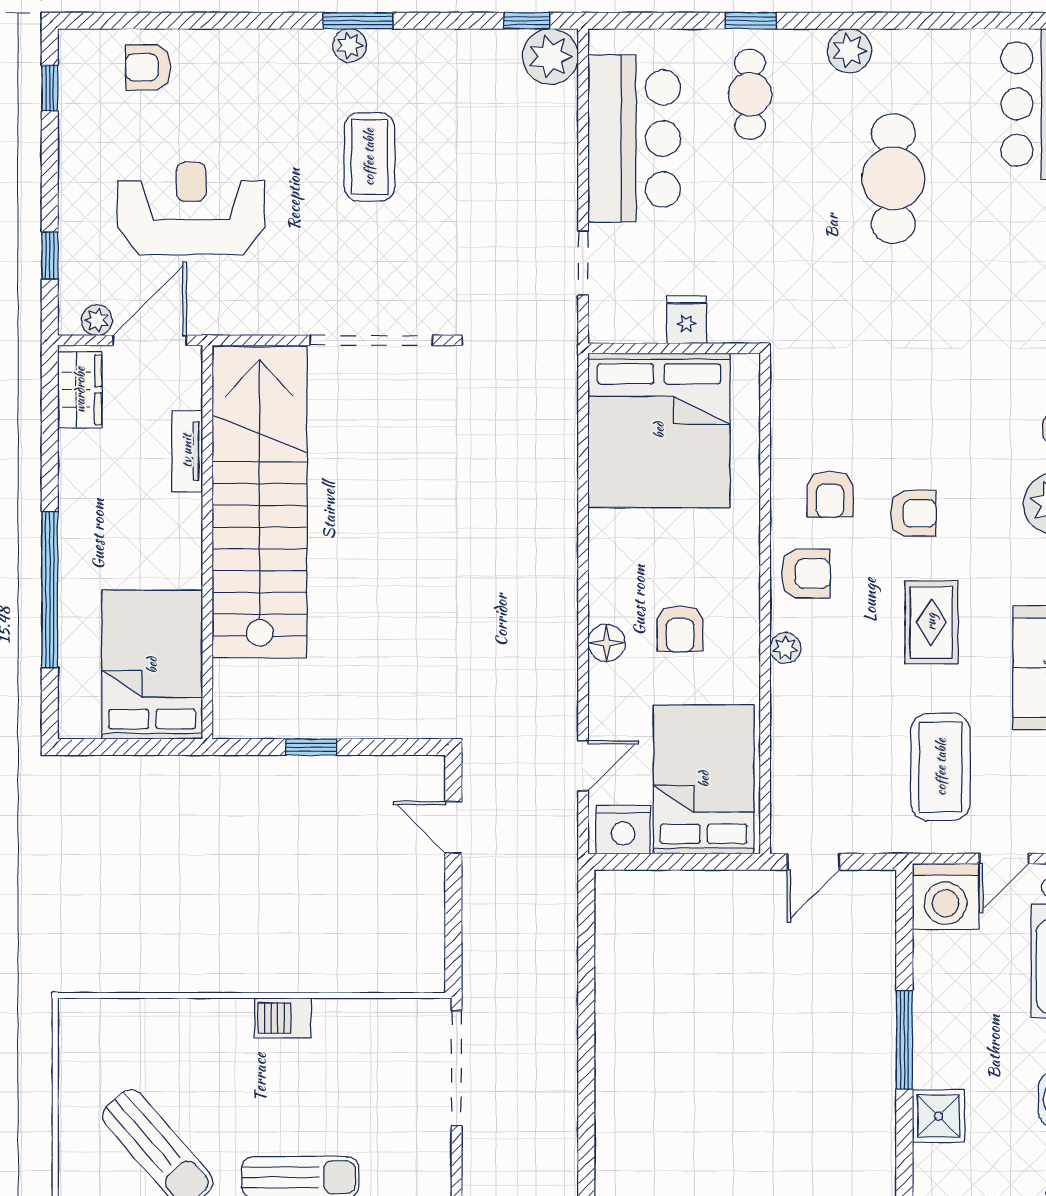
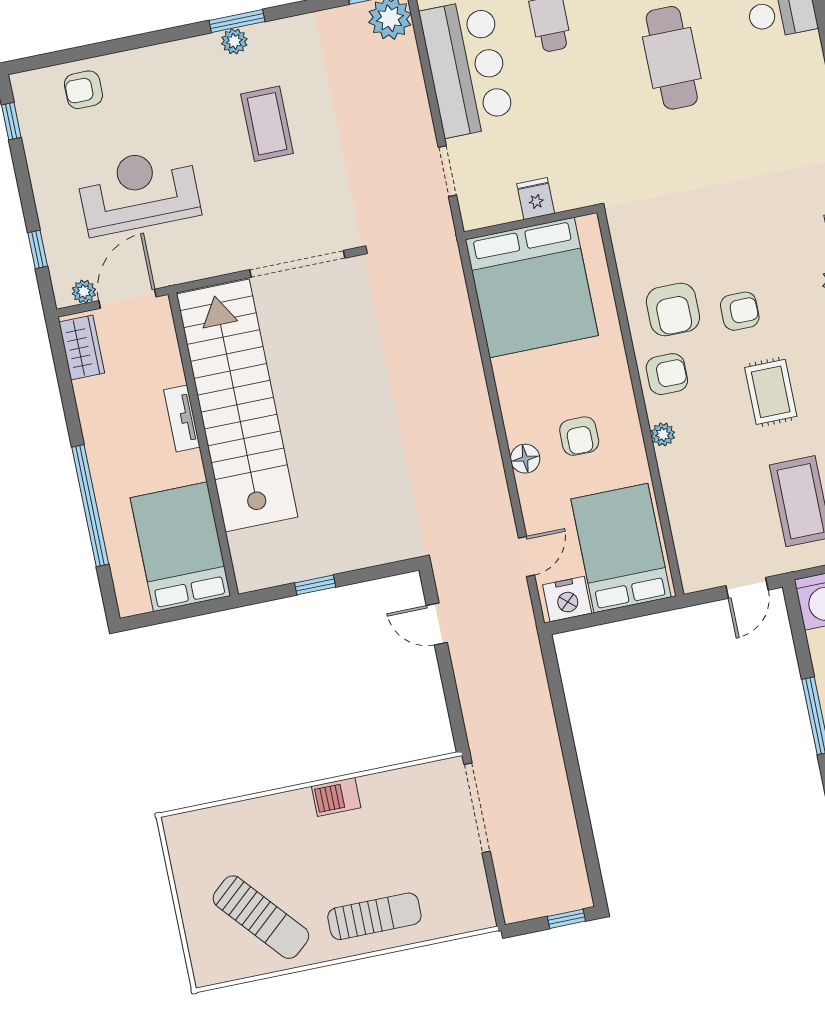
tv unit: (187, 451) -> (182, 418), moved
armchair: (830, 494) -> (673, 310), width x1.38, depth x1.38
door: (813, 862) -> (747, 588), moved

